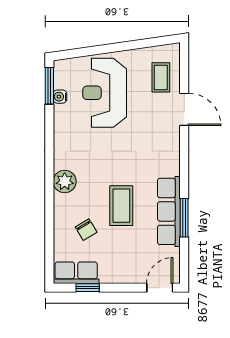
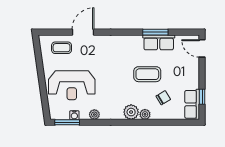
plant: (61, 127) -> (94, 115), added
plant: (61, 202) -> (145, 114), added
row of seats: (169, 211) -> (159, 42), width x0.68

